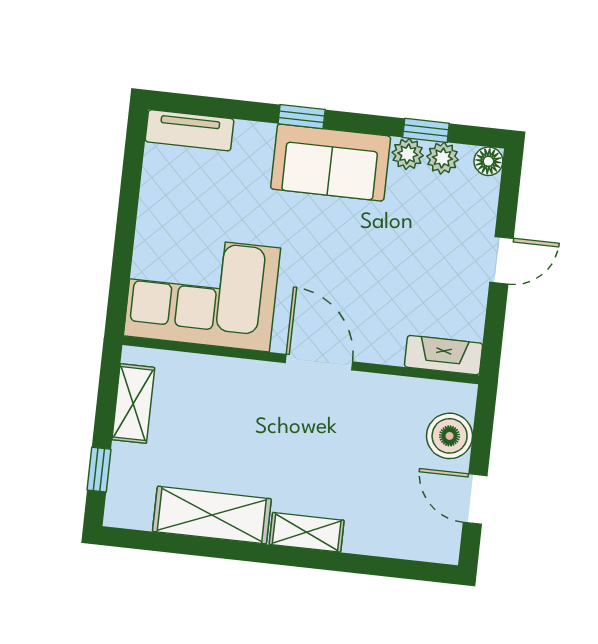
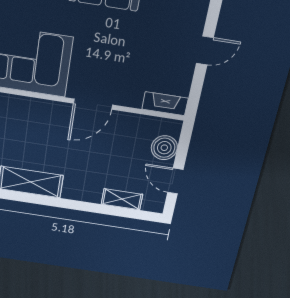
door: (319, 362) -> (93, 104), swing flipped
shelving: (307, 532) -> (122, 199), moved

